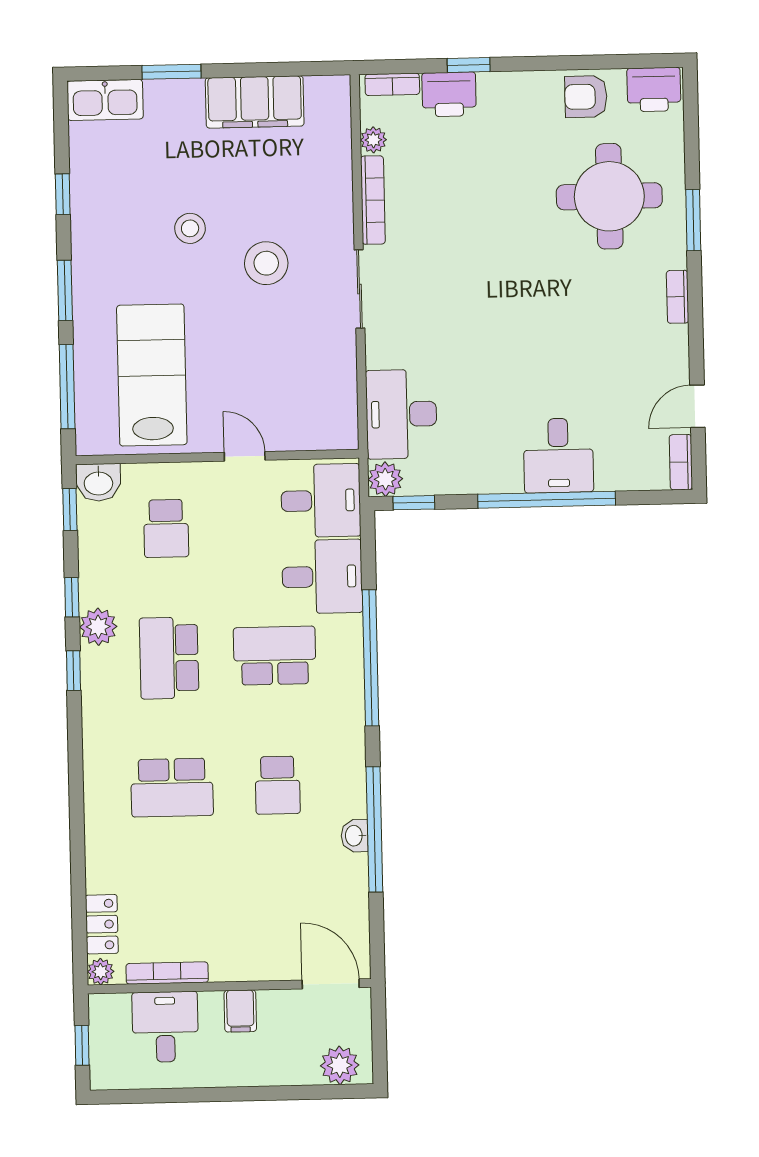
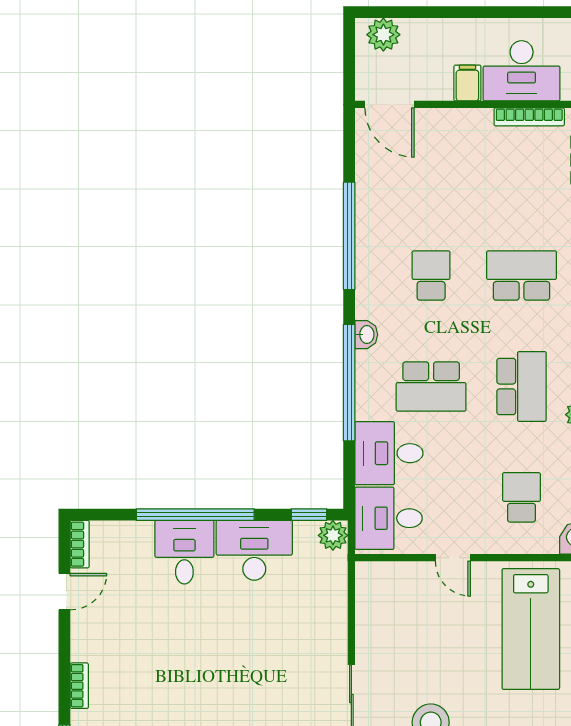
desk: (401, 414) -> (254, 550), moved, turned -90
washbasin: (355, 836) -> (366, 335), moved
desk: (165, 1027) -> (522, 71), width x1.37

